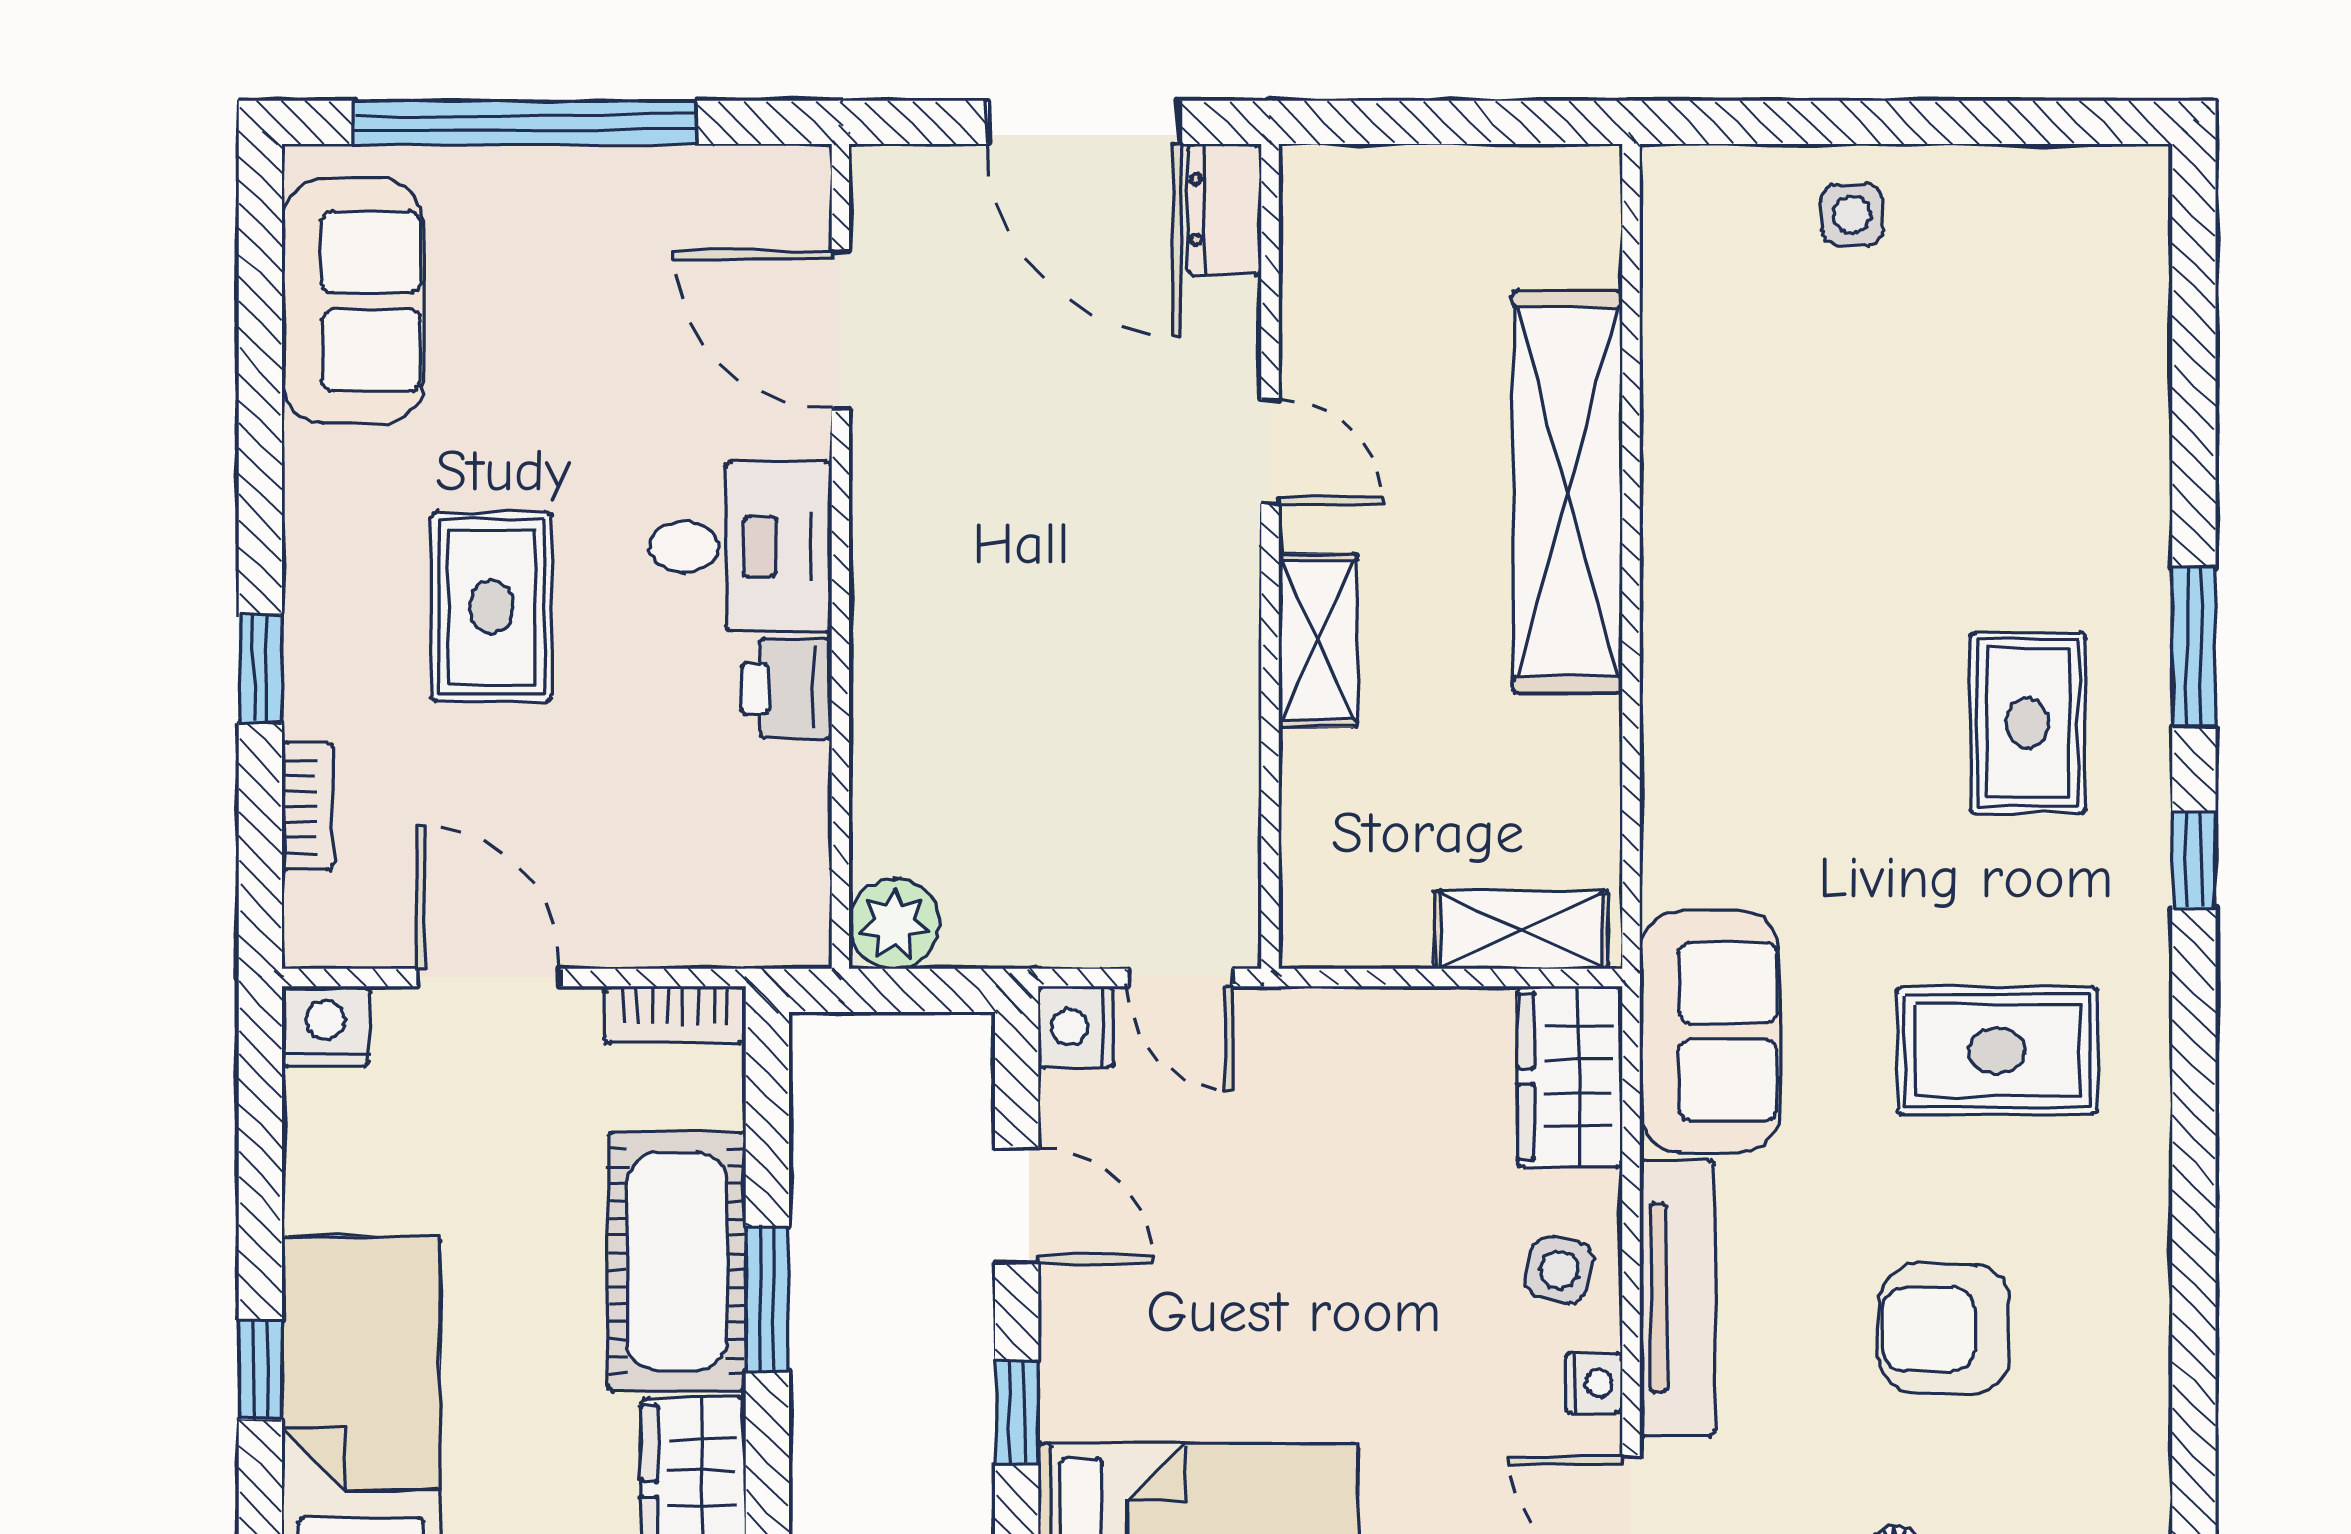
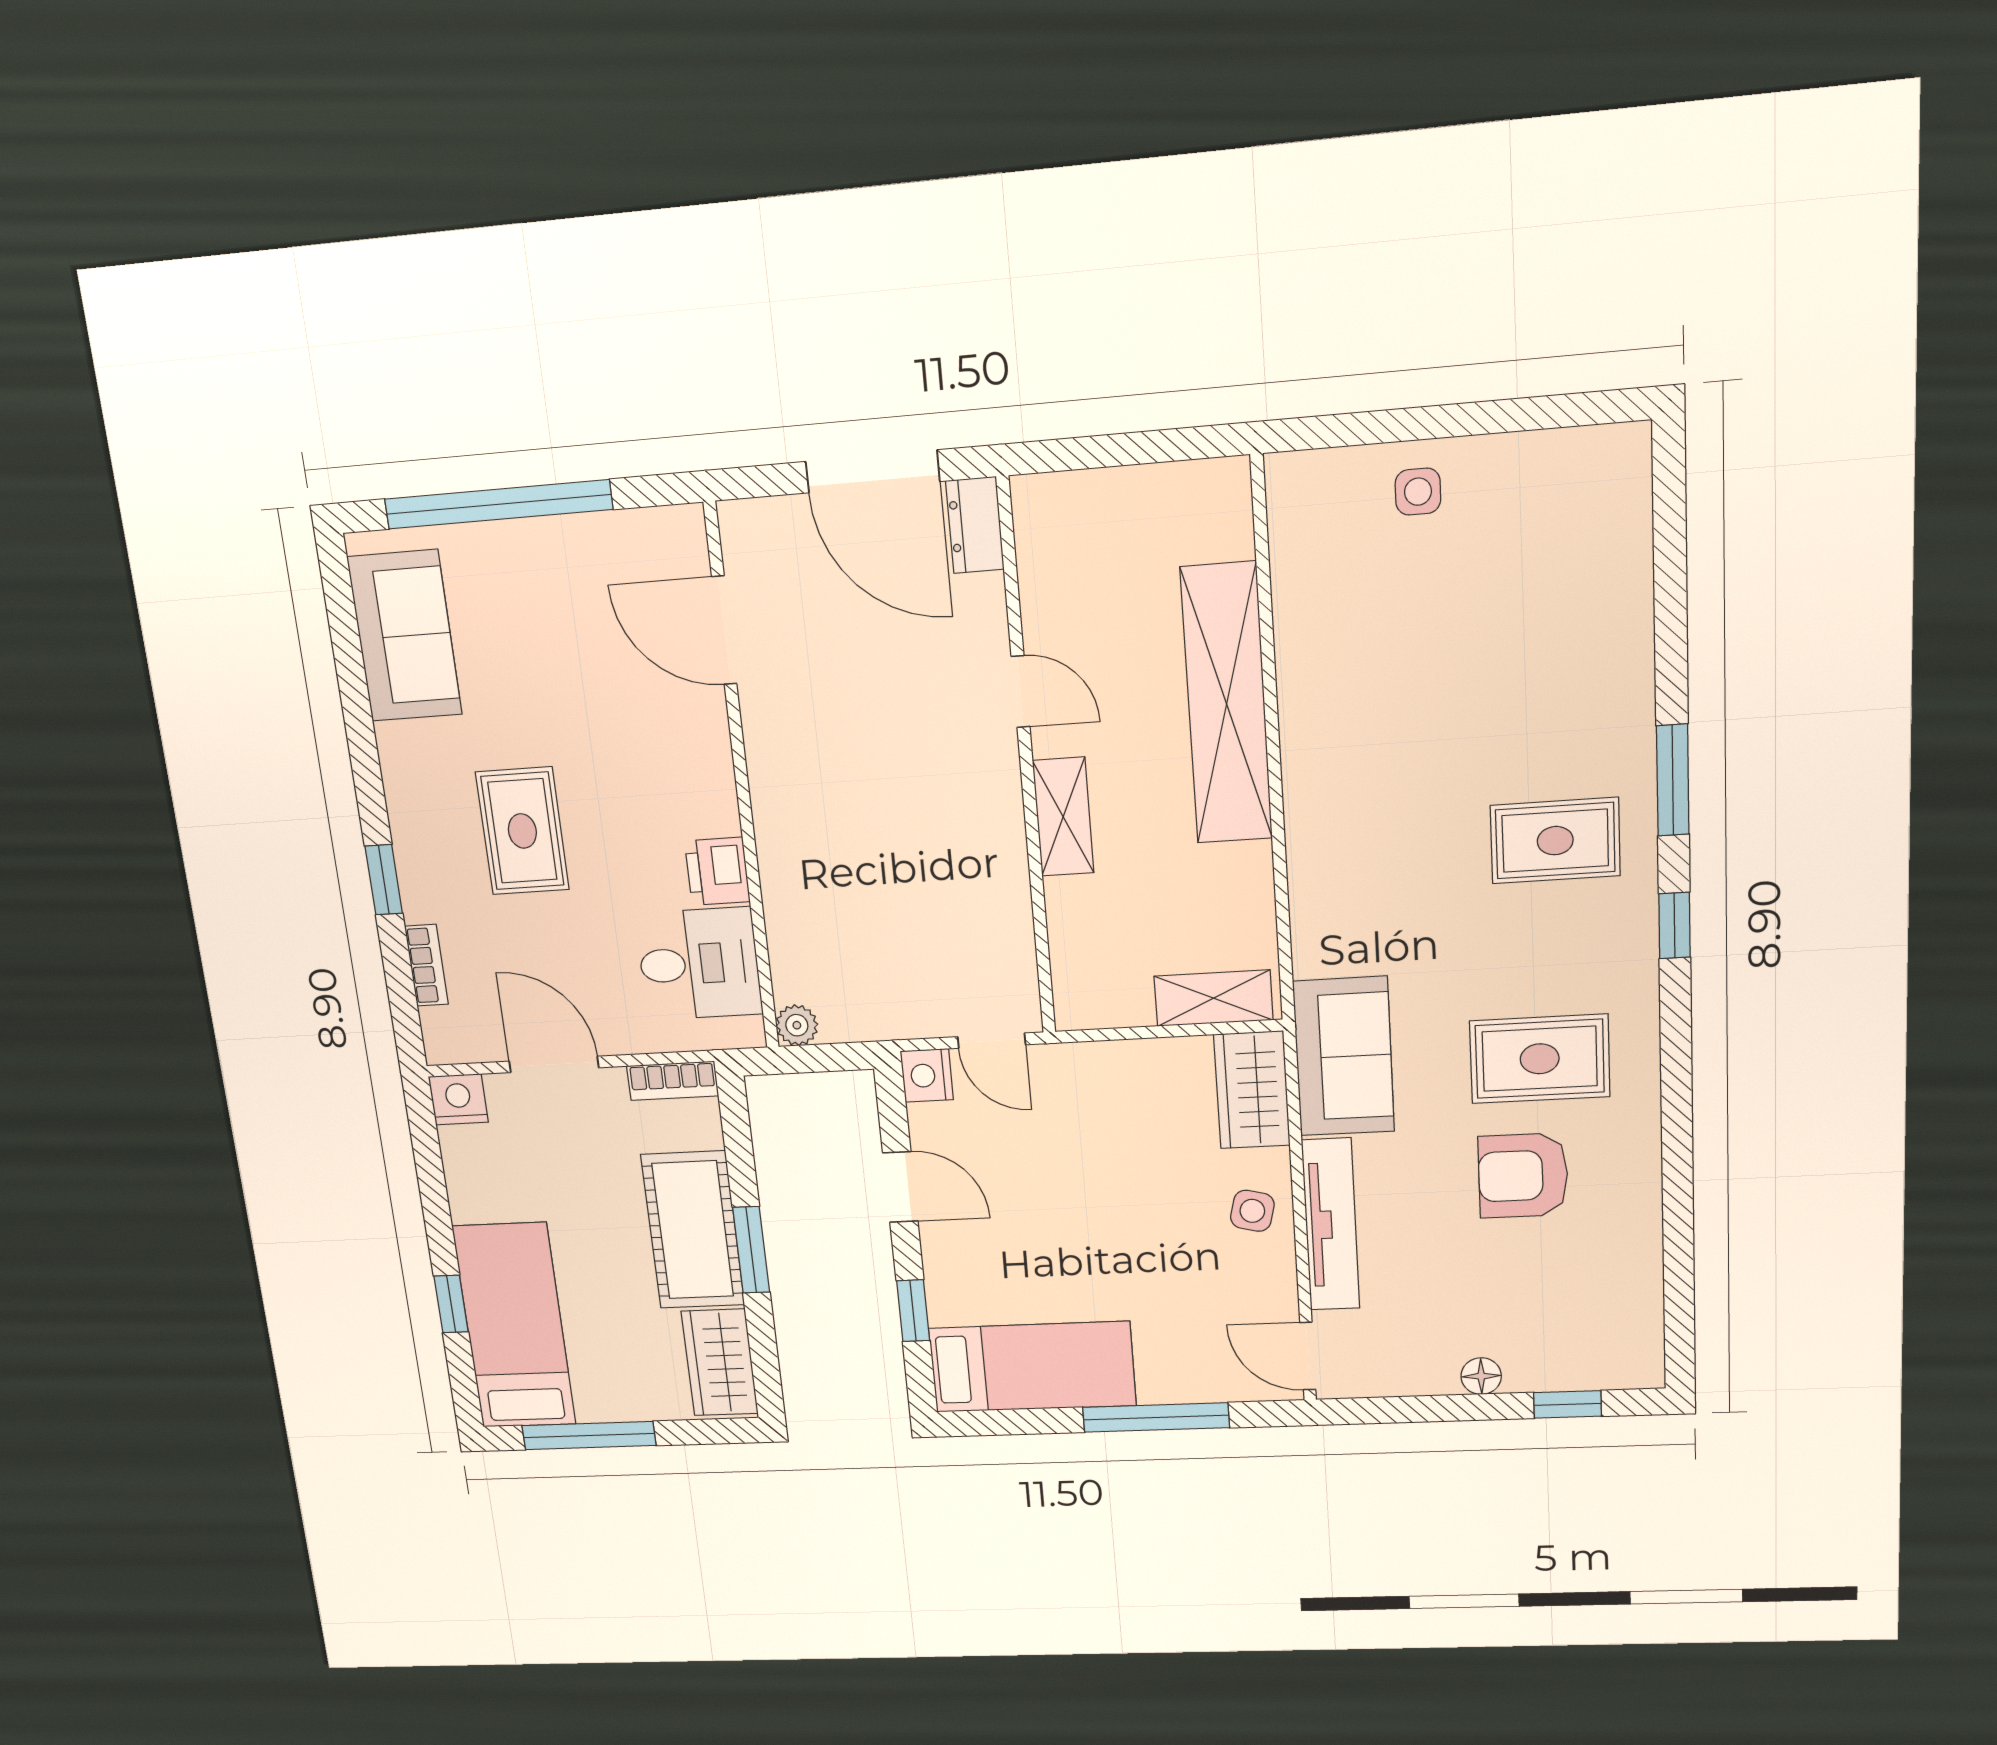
desk: (740, 547) -> (699, 964), moved
rug: (2028, 723) -> (1555, 841), turned 90
plant: (894, 924) -> (797, 1025), width x0.73, depth x0.73
armchair: (1945, 1329) -> (1523, 1176), moved
nightstand: (1594, 1383) -> (1279, 1279), removed

